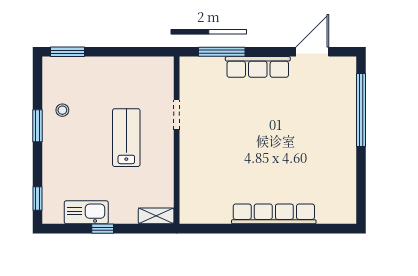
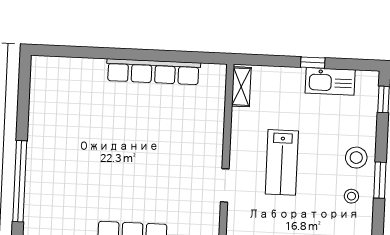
stool: (60, 145) -> (356, 158), added
row of seats: (274, 214) -> (153, 72), moved
shelving: (156, 216) -> (241, 87), moved, turned 90

